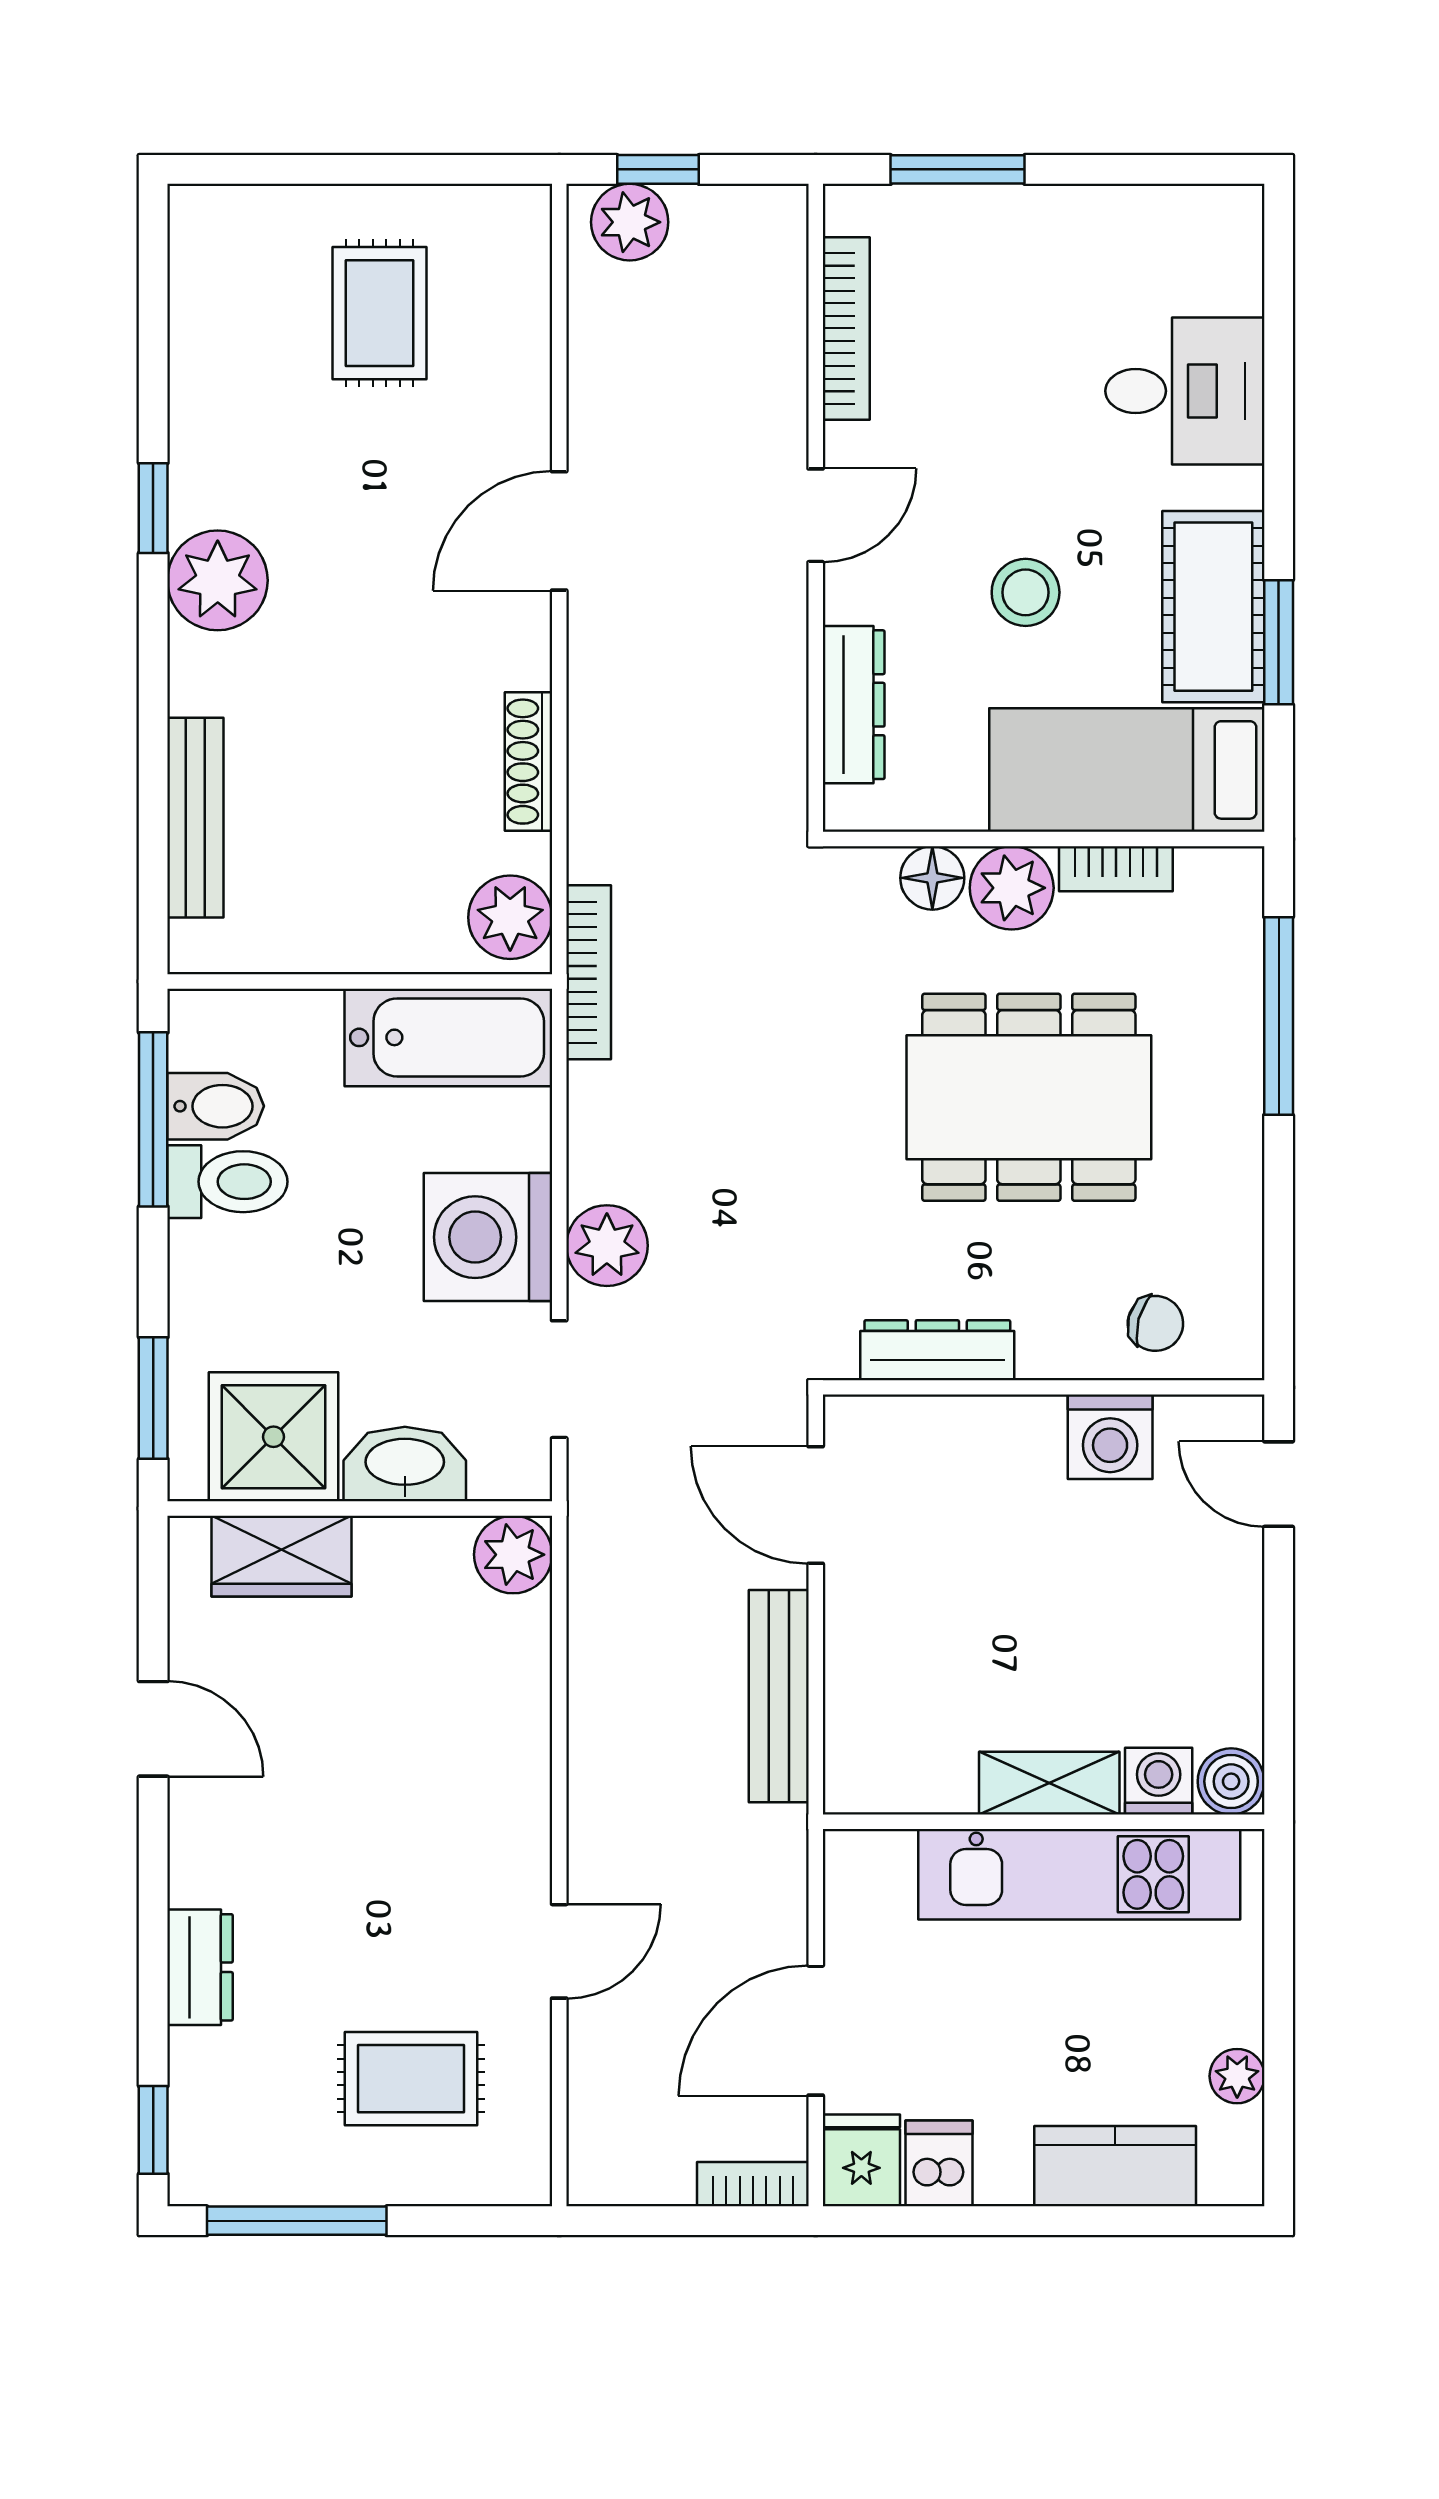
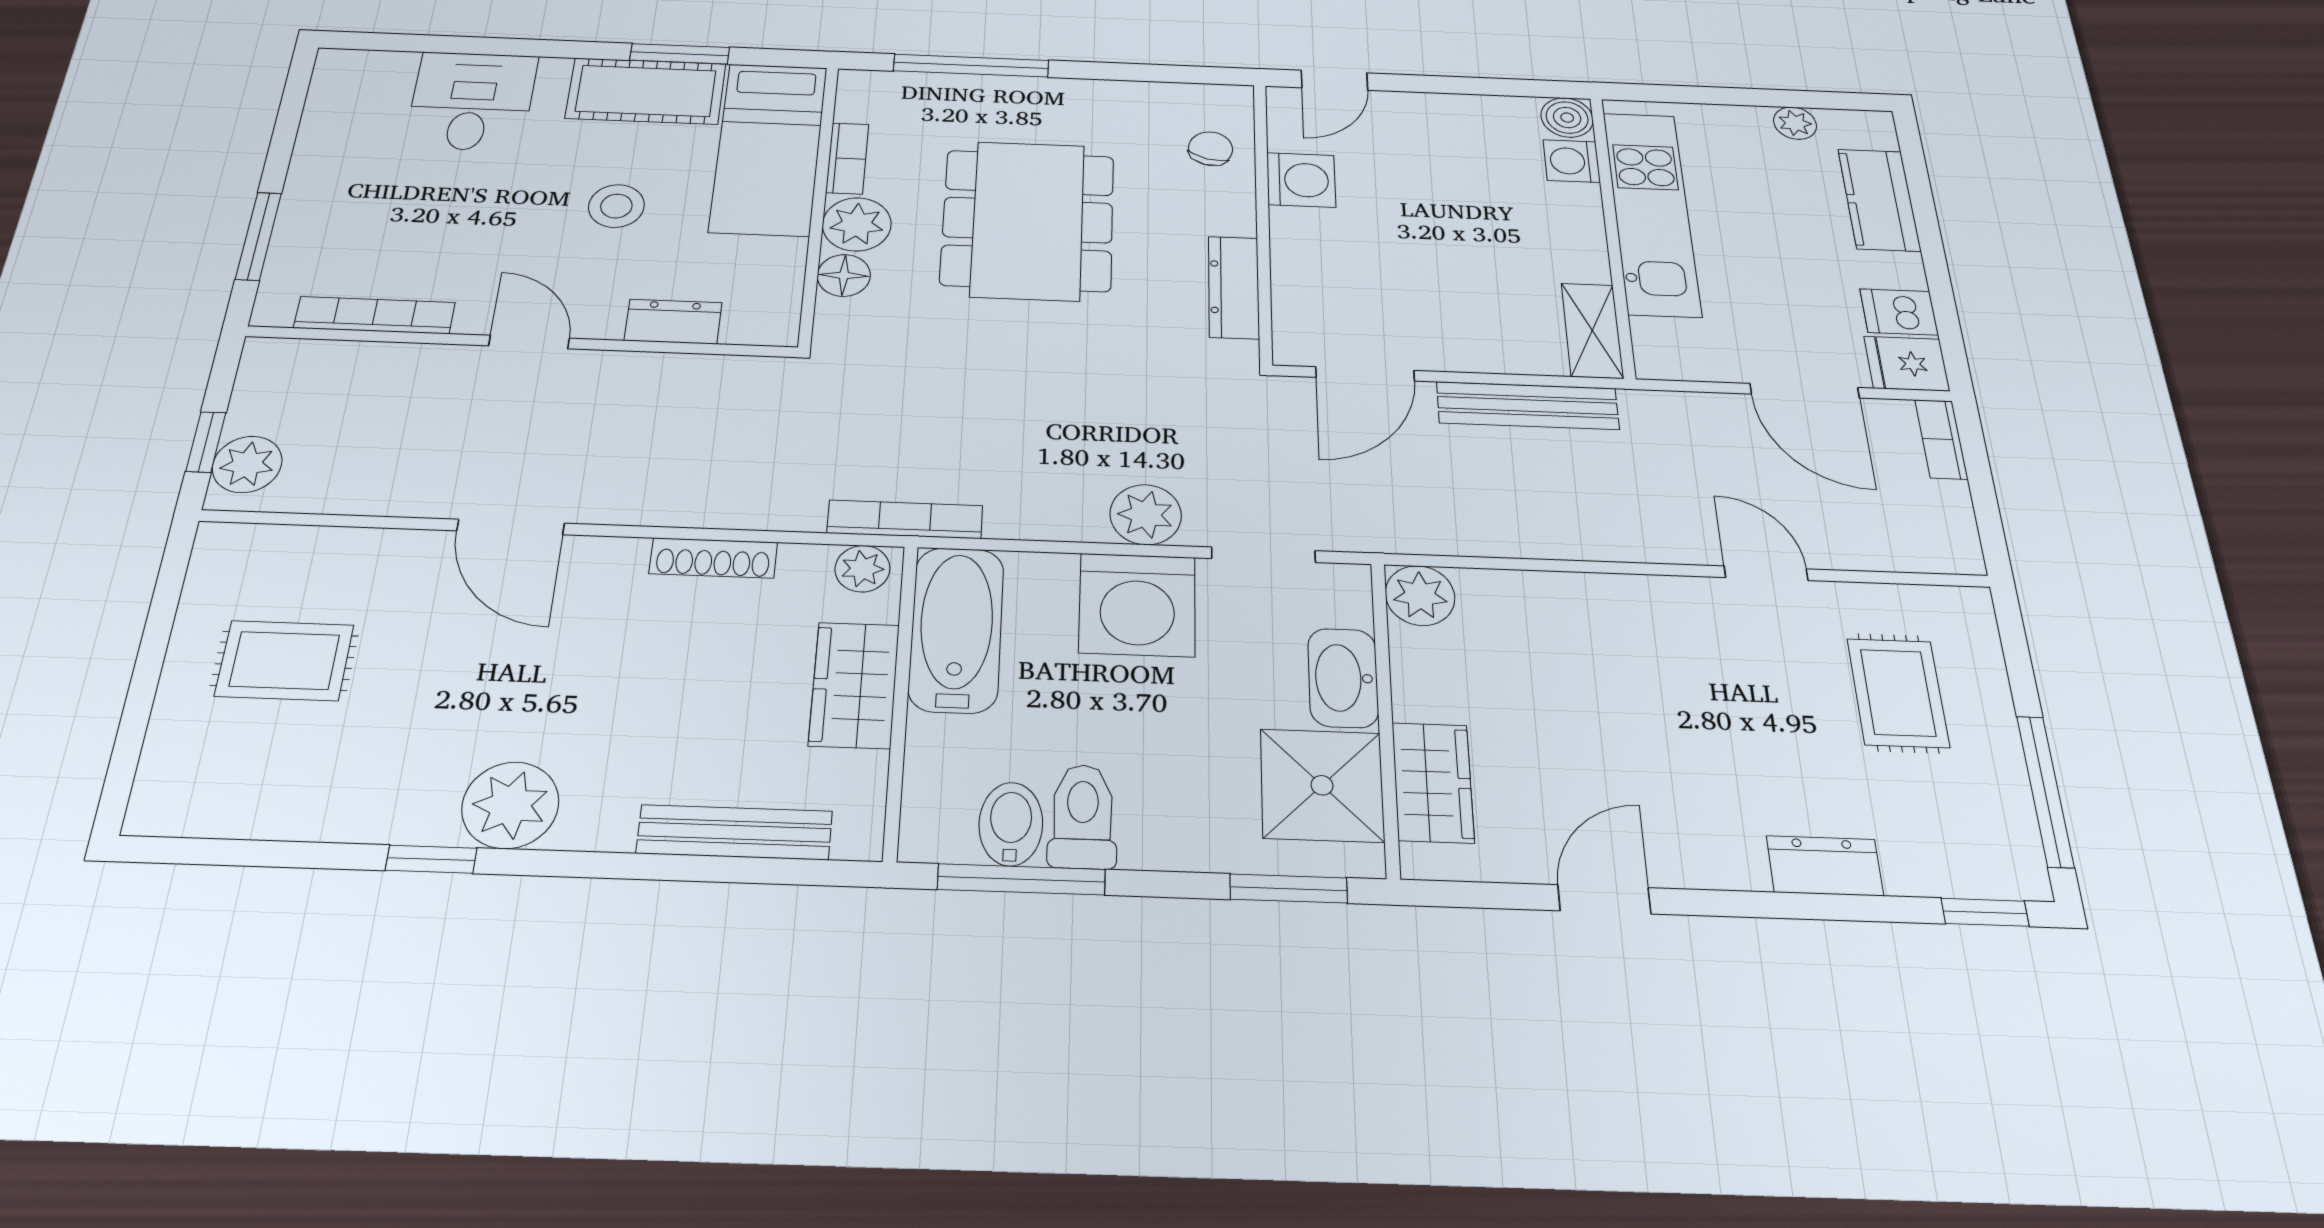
dresser: (854, 705) -> (673, 322), width x0.70
plant: (510, 917) -> (862, 569), width x0.73, depth x0.73
wardrobe: (374, 930) -> (854, 685), added
shelving: (1049, 1783) -> (1592, 331), moved

